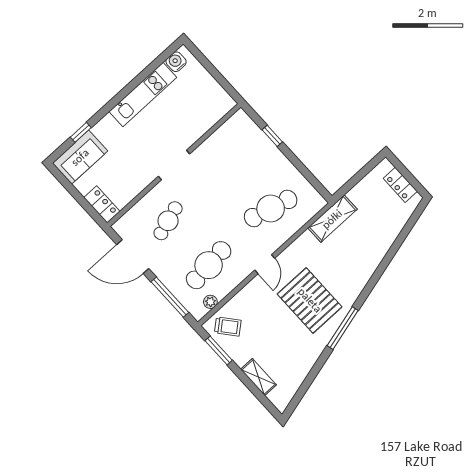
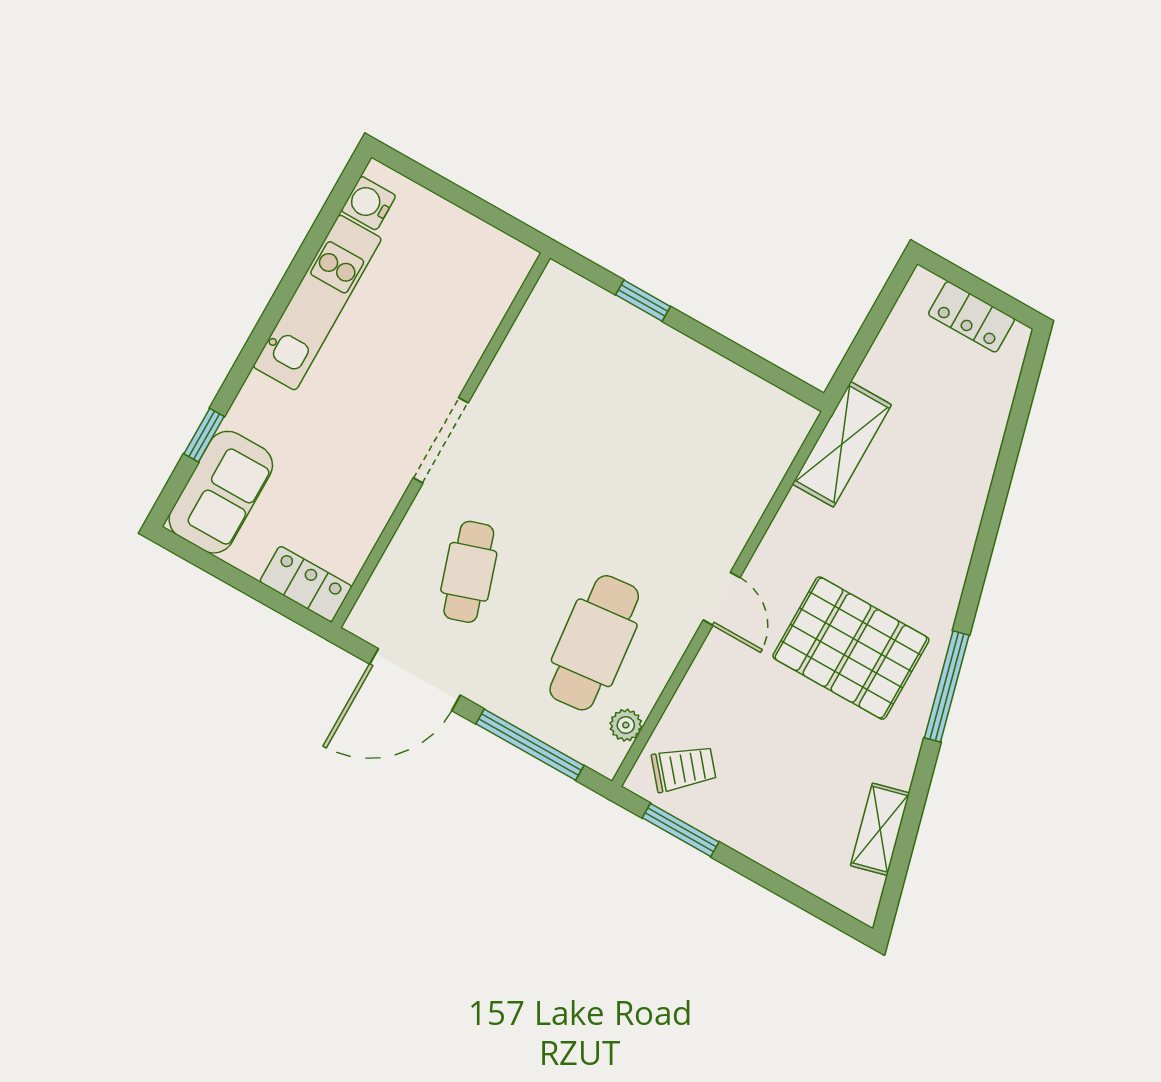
cafe table: (271, 208) -> (693, 467), removed
shelving: (258, 377) -> (880, 829), moved, turned 75

